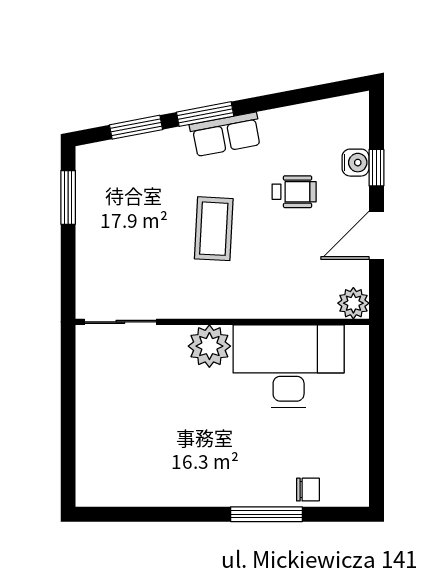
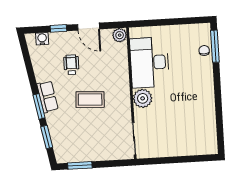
water cooler: (356, 163) -> (42, 39), moved
window: (266, 514) -> (215, 46), moved

